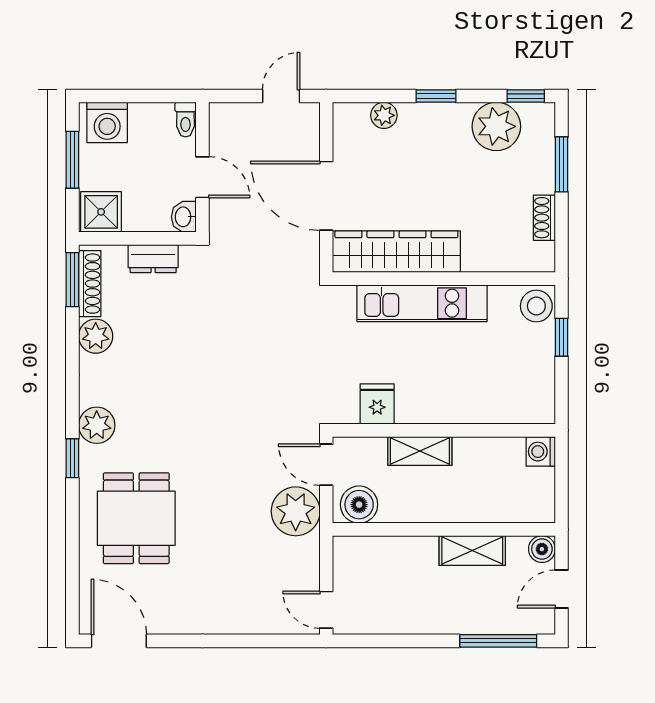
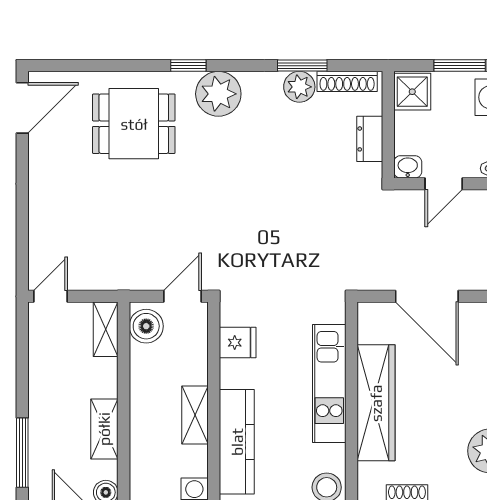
door: (326, 196) -> (427, 296), swing flipped
wardrobe: (396, 252) -> (376, 403), moved
window: (72, 280) -> (302, 66), moved
kitchen counter: (486, 405) -> (237, 442), added
plant: (97, 425) -> (218, 94), width x1.36, depth x1.36
shelving: (420, 451) -> (195, 415), moved
plant: (296, 511) -> (140, 269), removed
shelving: (362, 549) -> (106, 329), added

